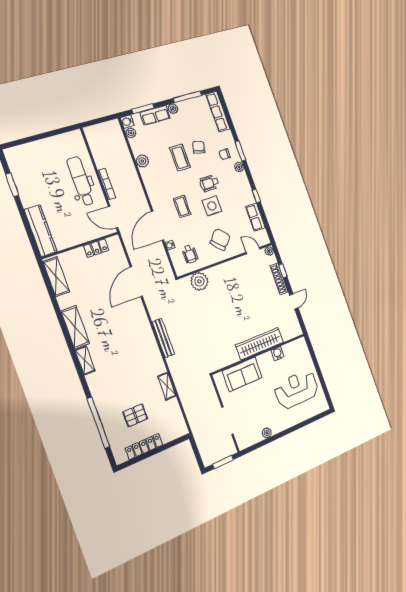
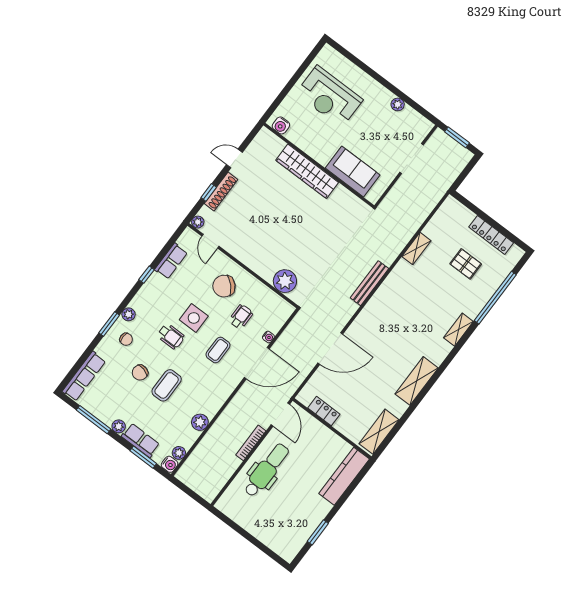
dental chair: (81, 181) -> (267, 470), turned 180
wheelchair: (190, 254) -> (241, 317), moved
water cooler: (278, 354) -> (281, 125), moved
shelving: (85, 360) -> (458, 330), moved

